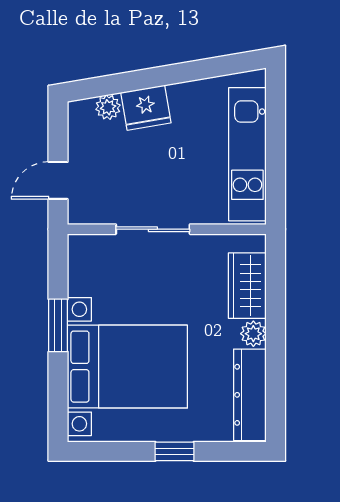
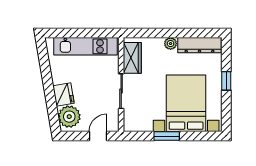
plant: (108, 107) -> (69, 117), width x1.88, depth x1.88
door: (58, 180) -> (98, 136), swing flipped
wardrobe: (247, 286) -> (132, 58), moved, turned -90

